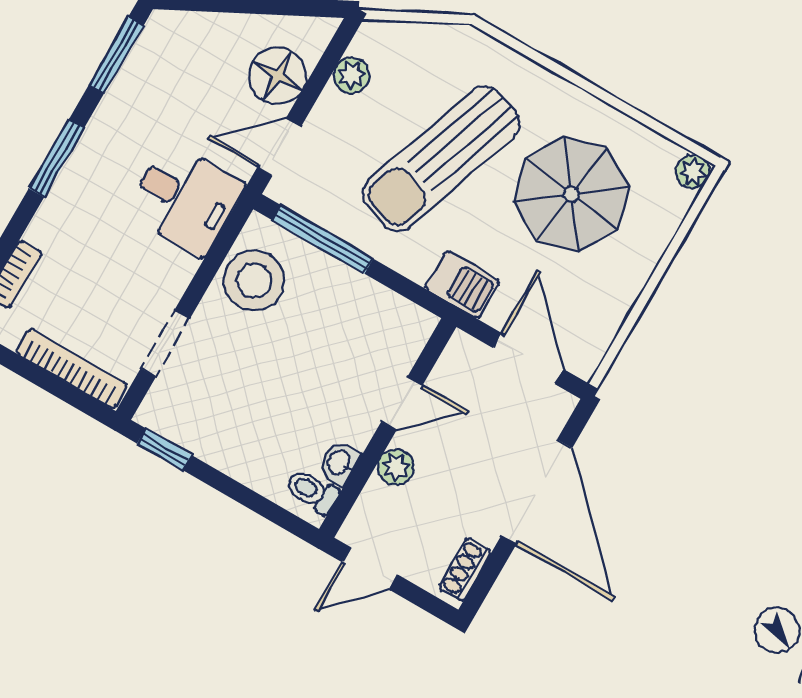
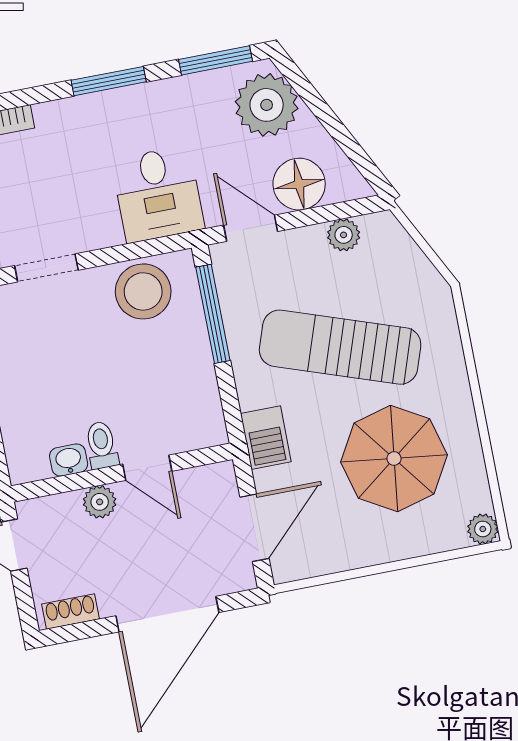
plant: (189, 45) -> (267, 105), added
toilet: (312, 491) -> (102, 445), moved

